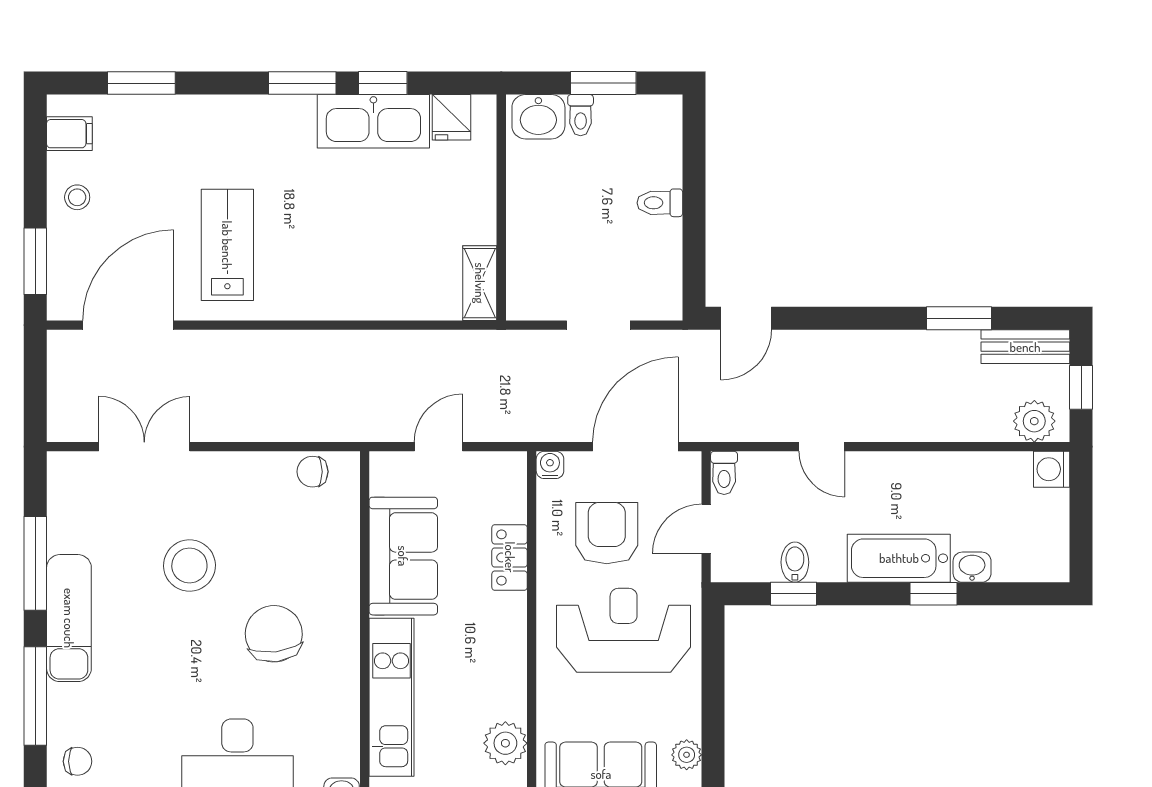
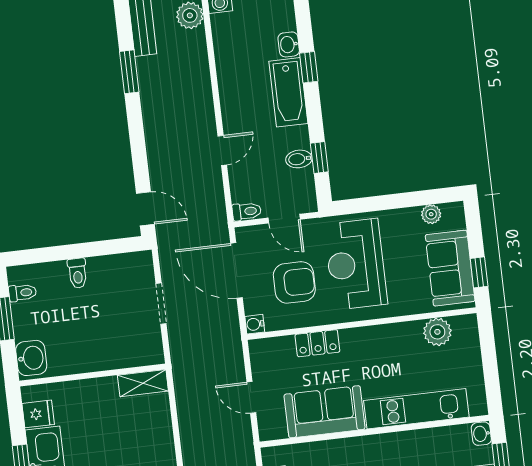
toilet: (581, 115) -> (23, 293), moved
armchair: (607, 533) -> (294, 282), turned 180

